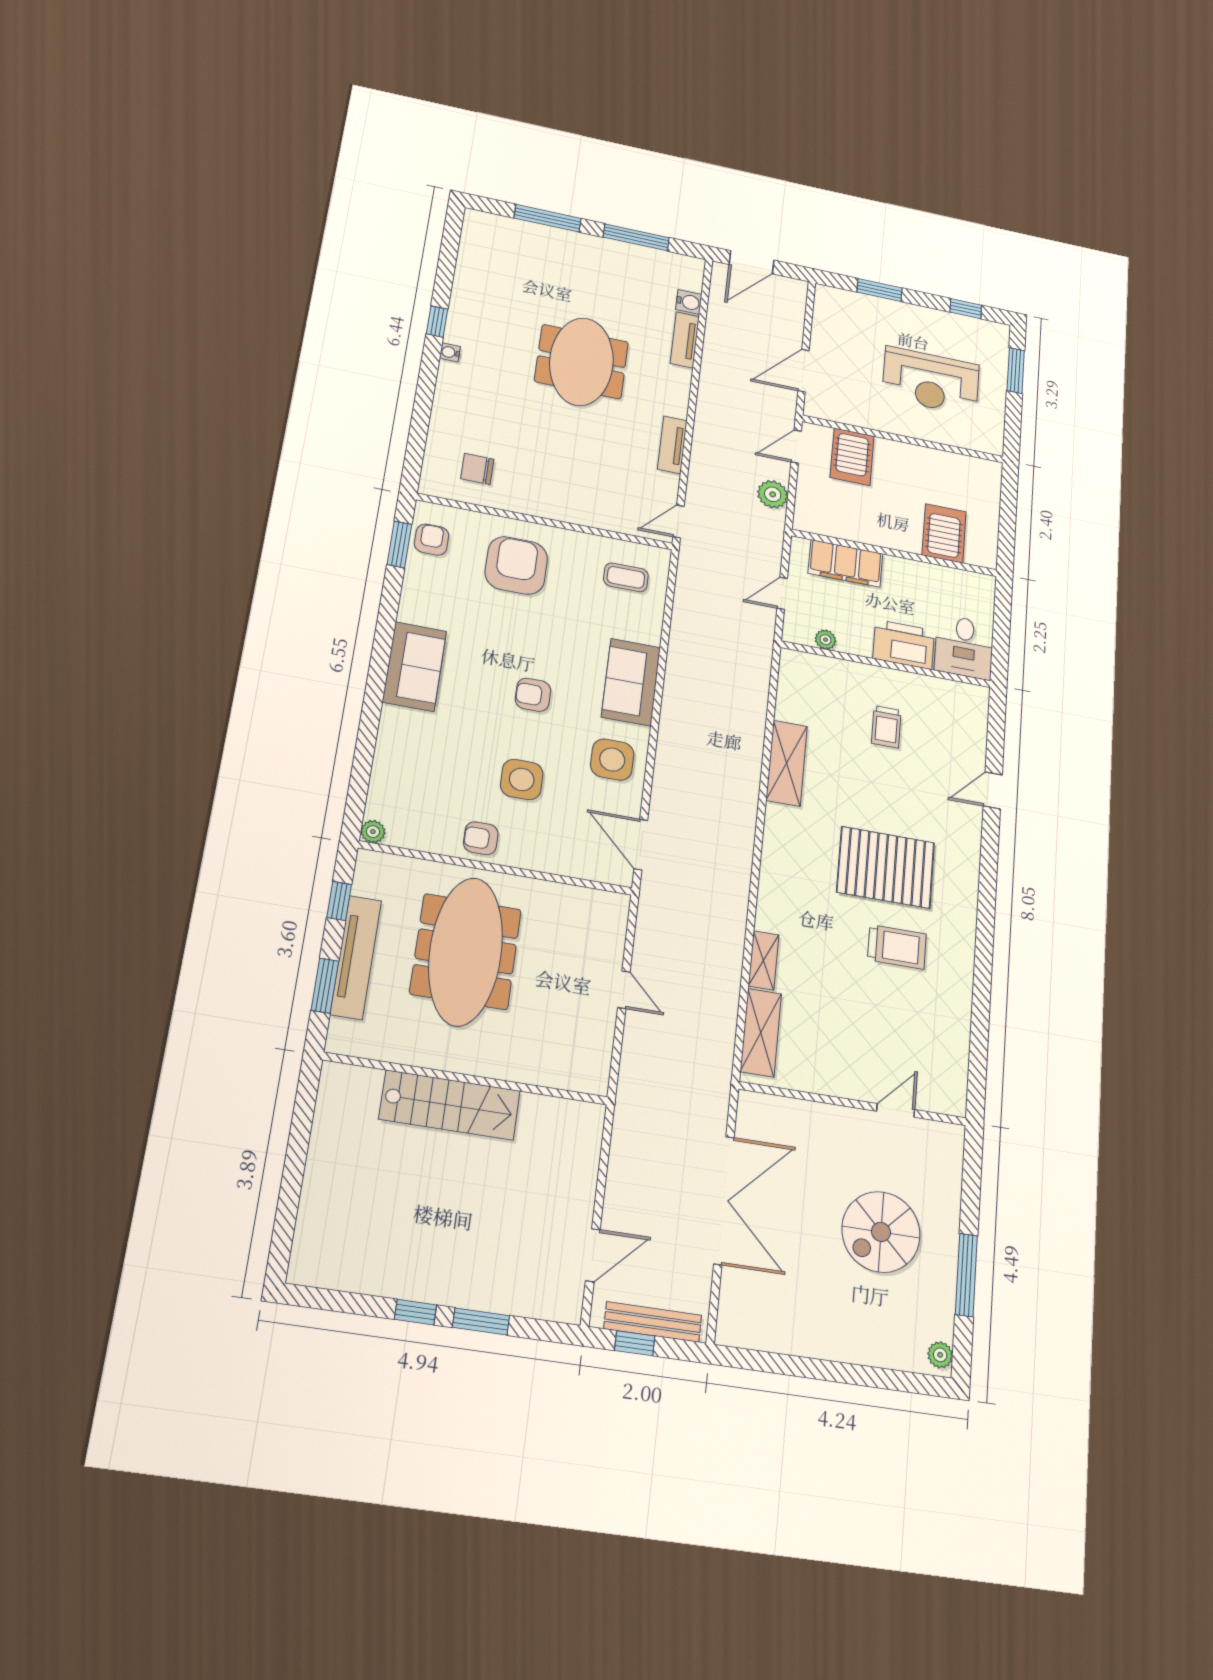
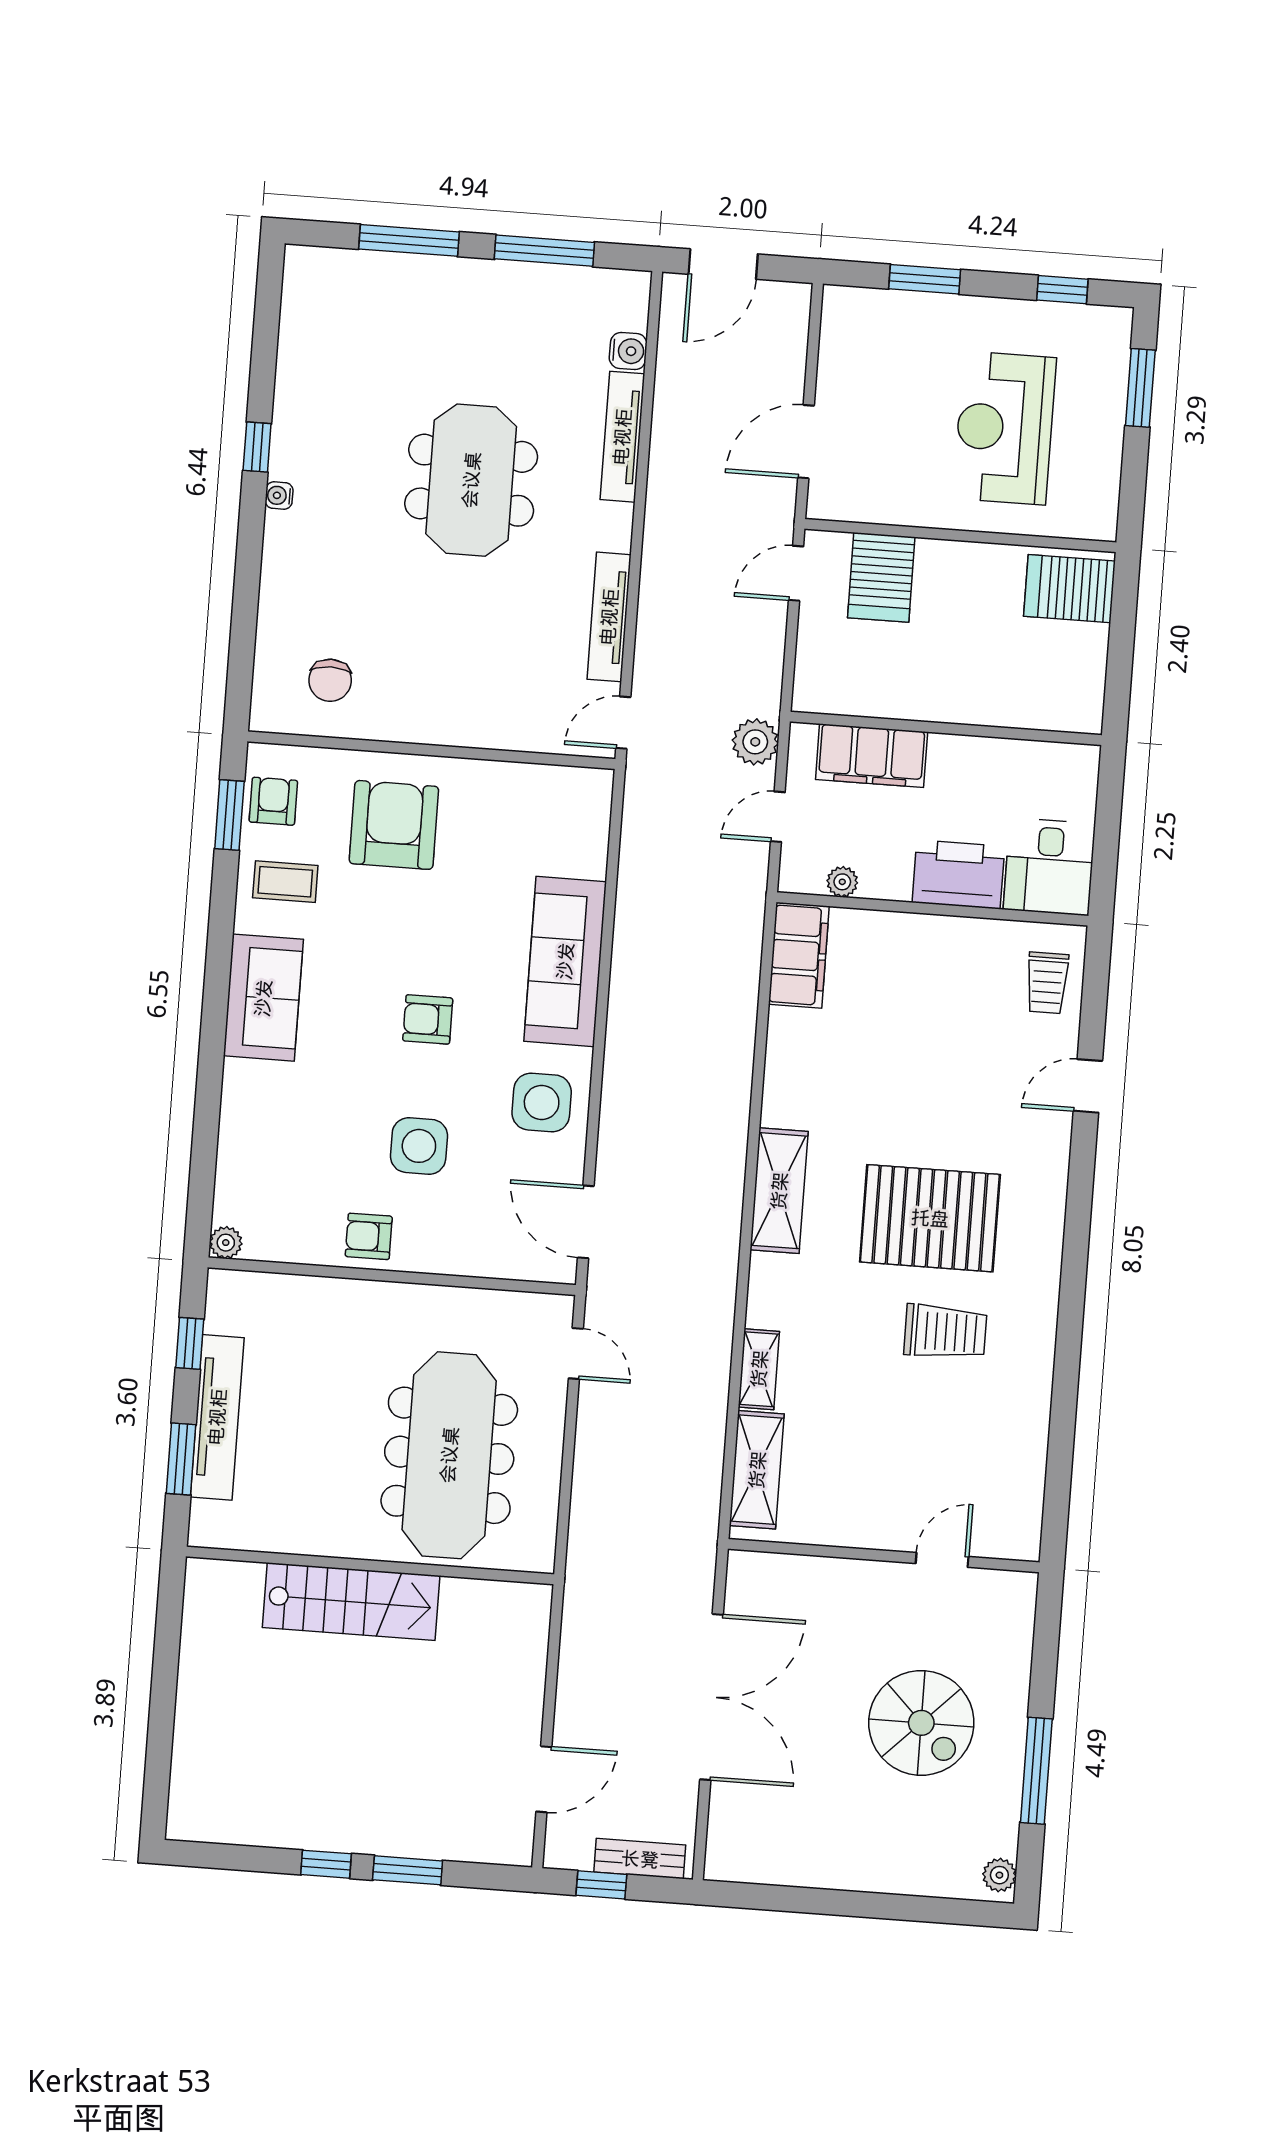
tv unit: (685, 340) -> (622, 437), width x1.41
reception desk: (931, 381) -> (1005, 428), turned 90
tv unit: (672, 445) -> (609, 617), width x1.41
chair: (477, 469) -> (330, 680), turned -90
plant: (773, 494) -> (755, 742), moved
server rack: (944, 533) -> (1069, 589), moved, turned -90
coffee table: (626, 577) -> (285, 882), moved
sofa: (631, 682) -> (565, 961), width x1.36
filing cabinet: (795, 683) -> (799, 955), added
trolley: (886, 727) -> (1047, 983), moved
shelving: (787, 763) -> (779, 1191), moved
meeting table: (466, 951) -> (449, 1455), moved
door: (624, 990) -> (576, 1354), moved
spiral stairs: (881, 1232) -> (921, 1723), turned -90
bench: (653, 1322) -> (640, 1859), width x0.73

